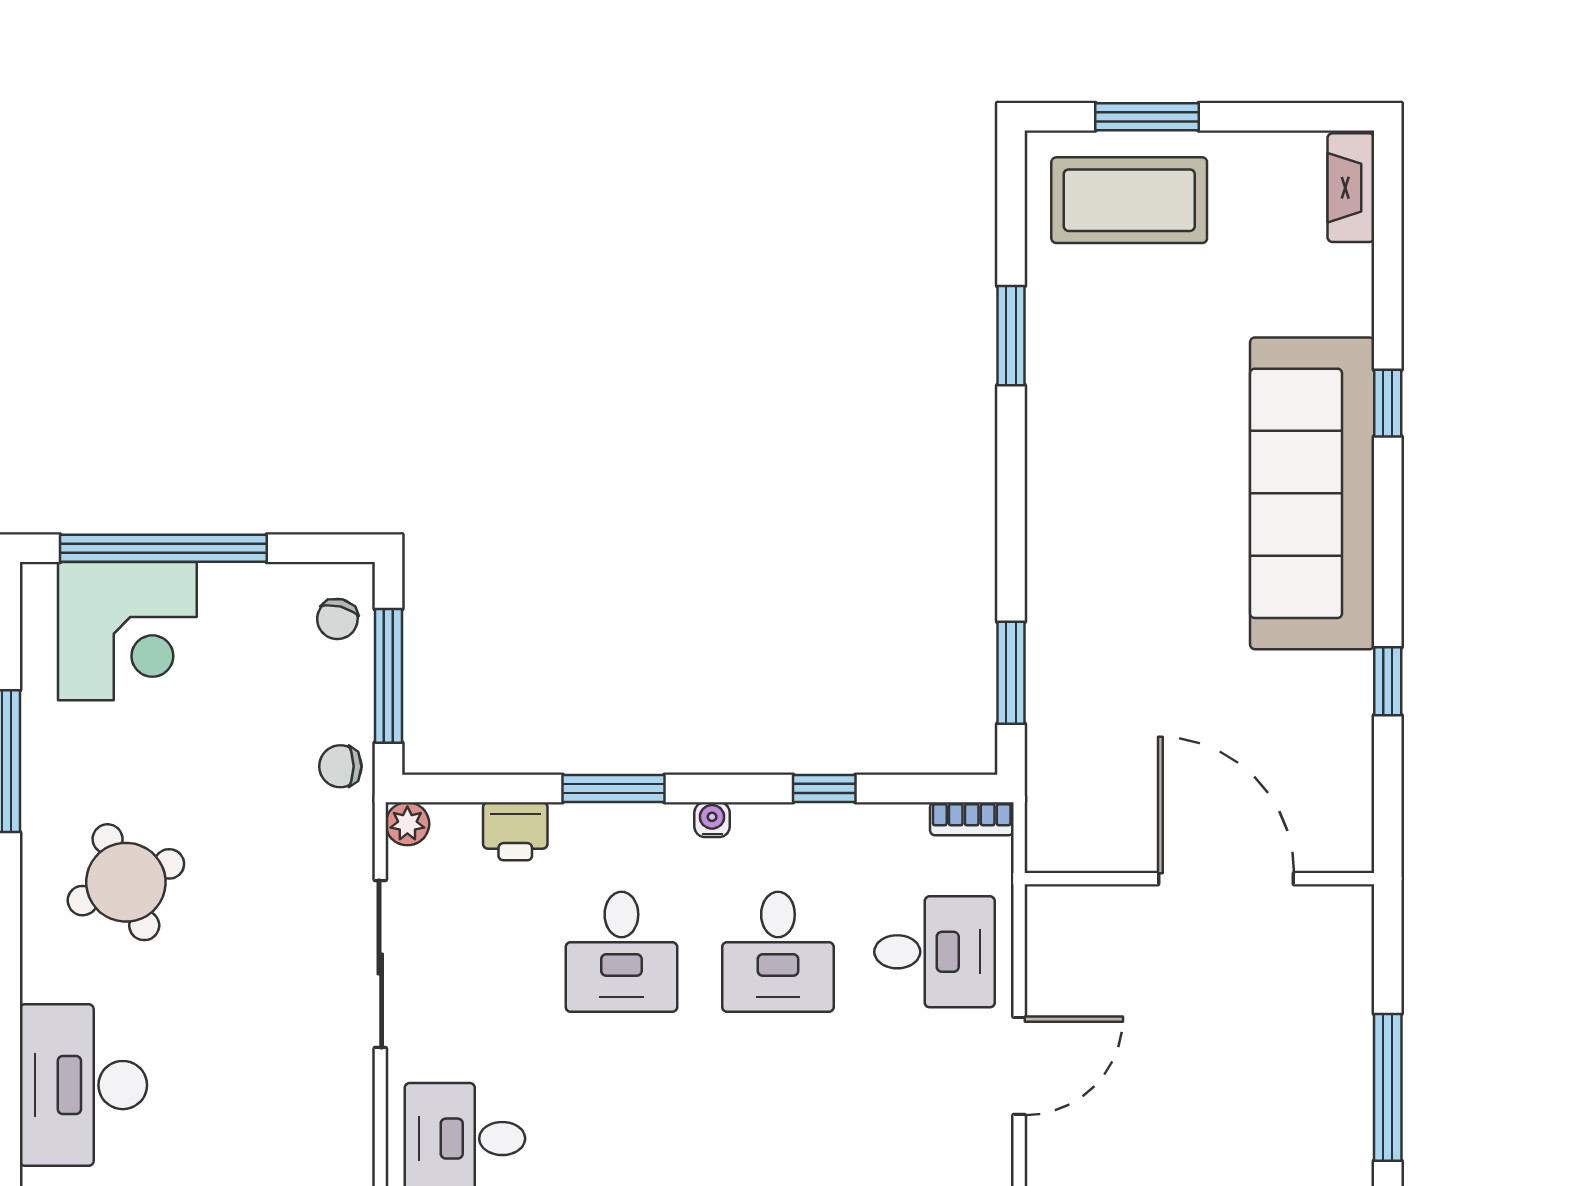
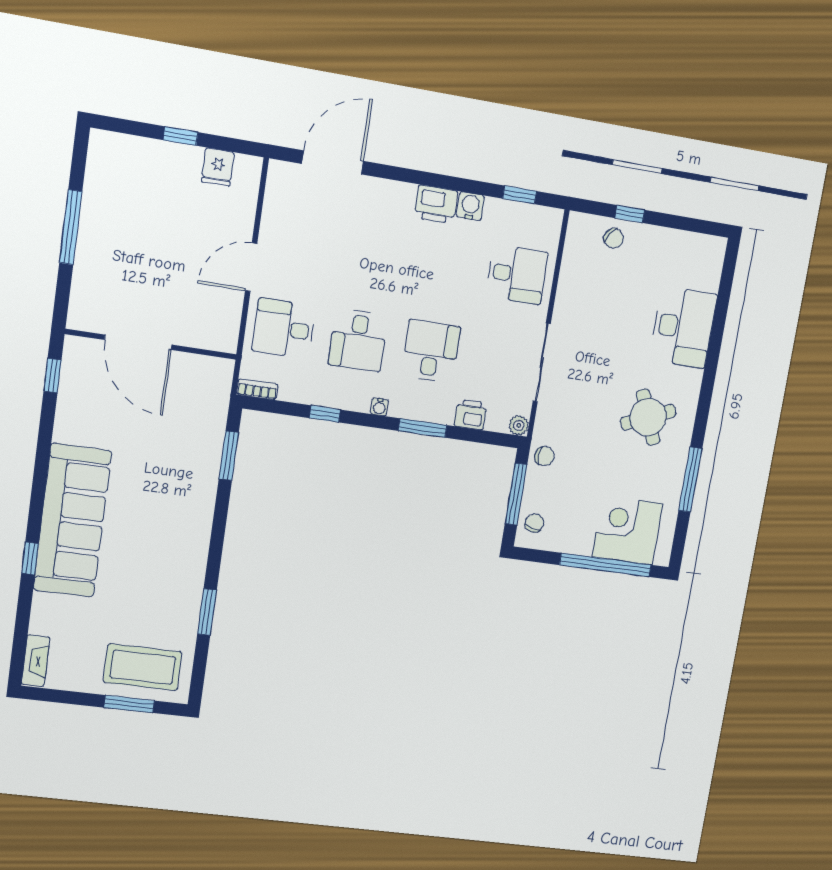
window: (1388, 681) -> (53, 376), moved
desk: (778, 952) -> (358, 340), turned 180

